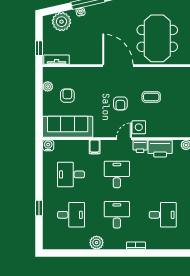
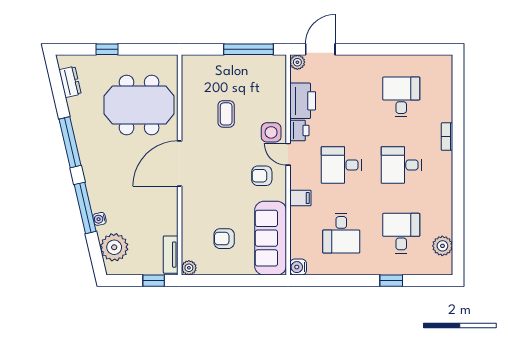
plant: (48, 86) -> (189, 268), moved
armchair: (120, 103) -> (262, 176), moved, turned 180
plant: (96, 243) -> (442, 246), moved

